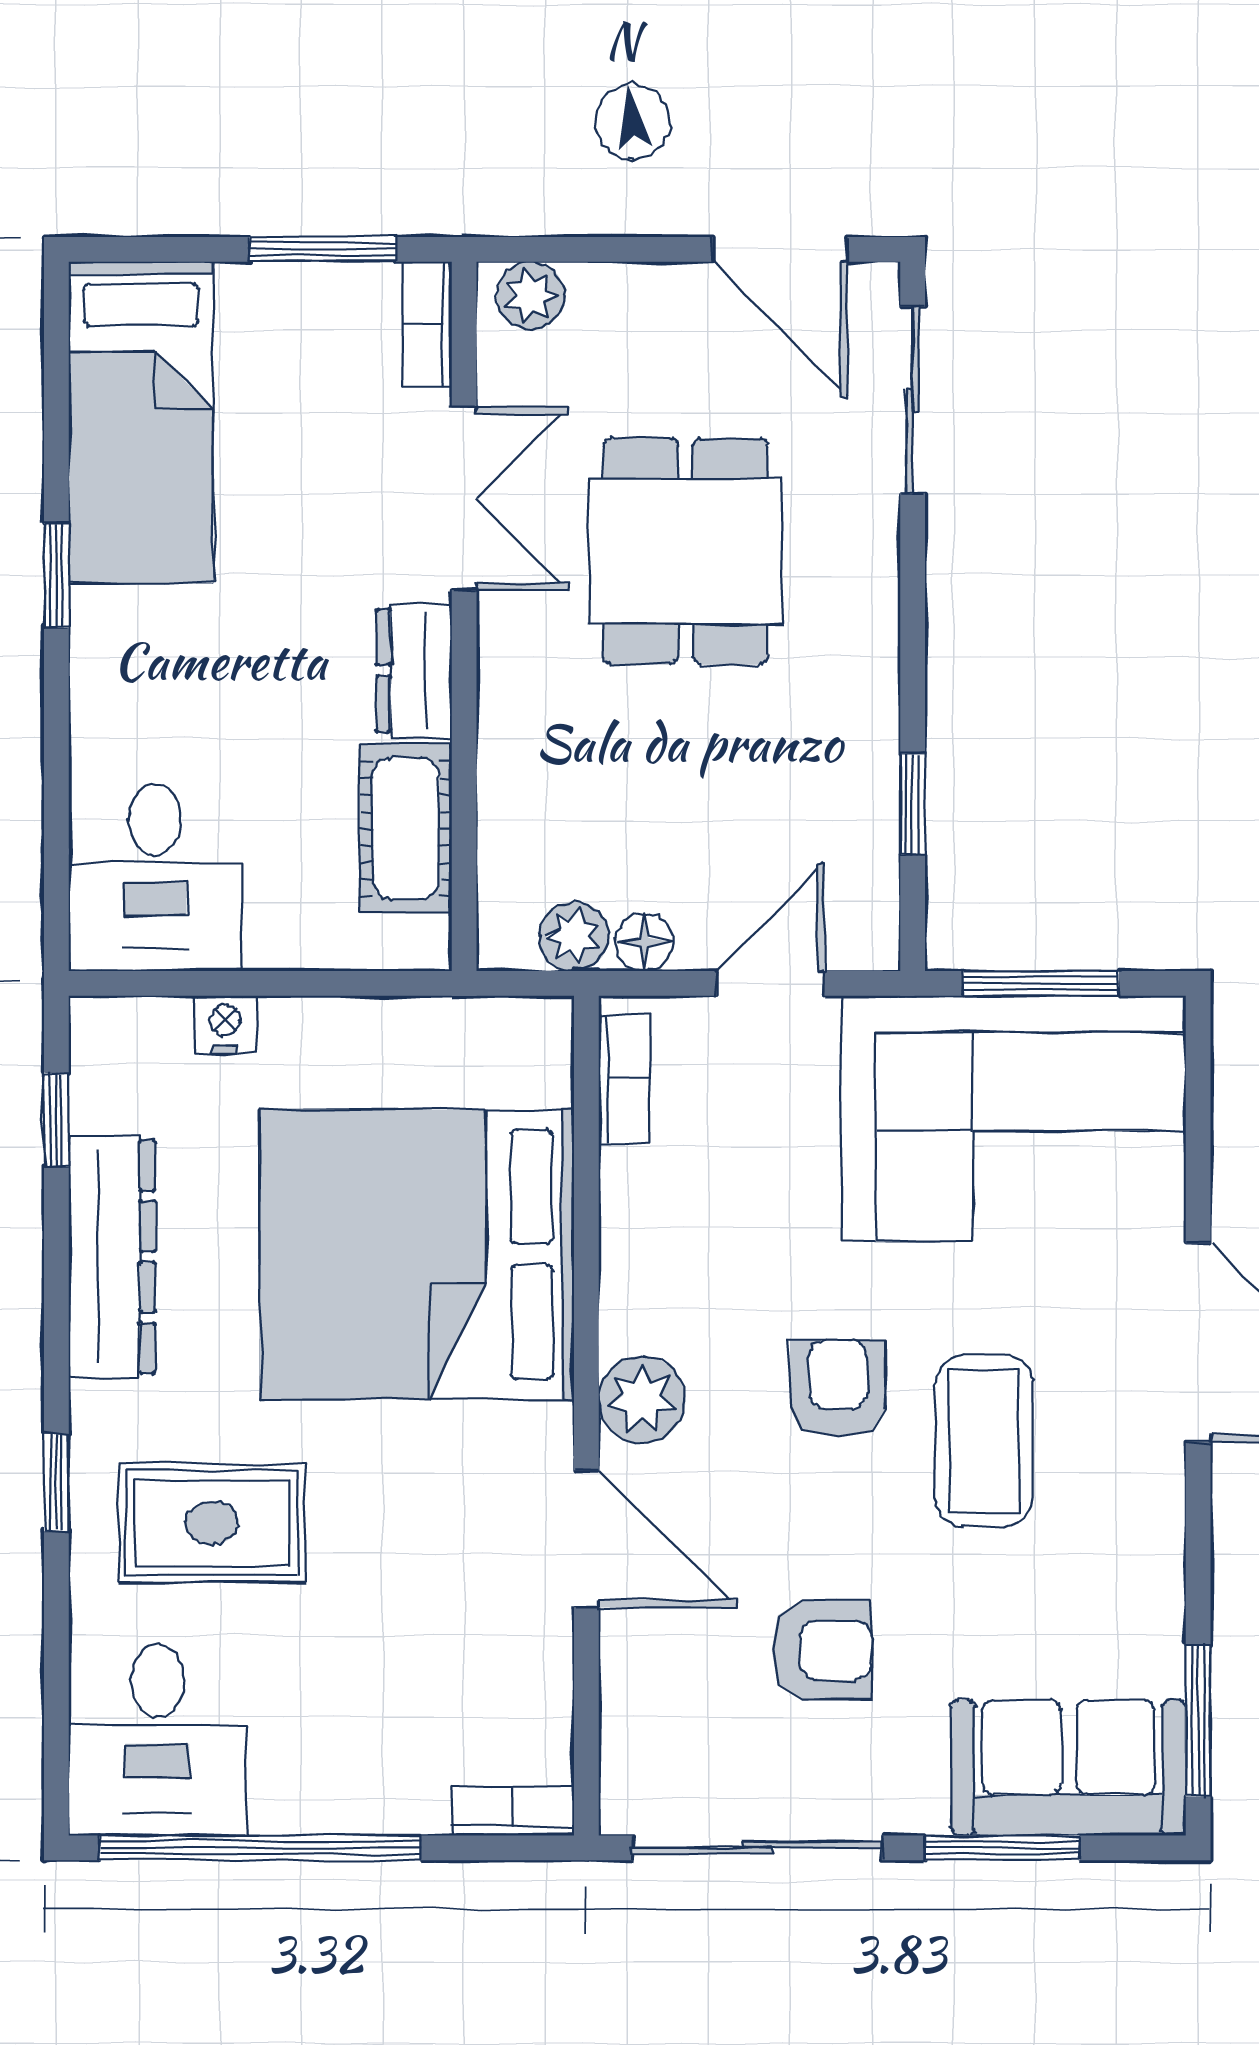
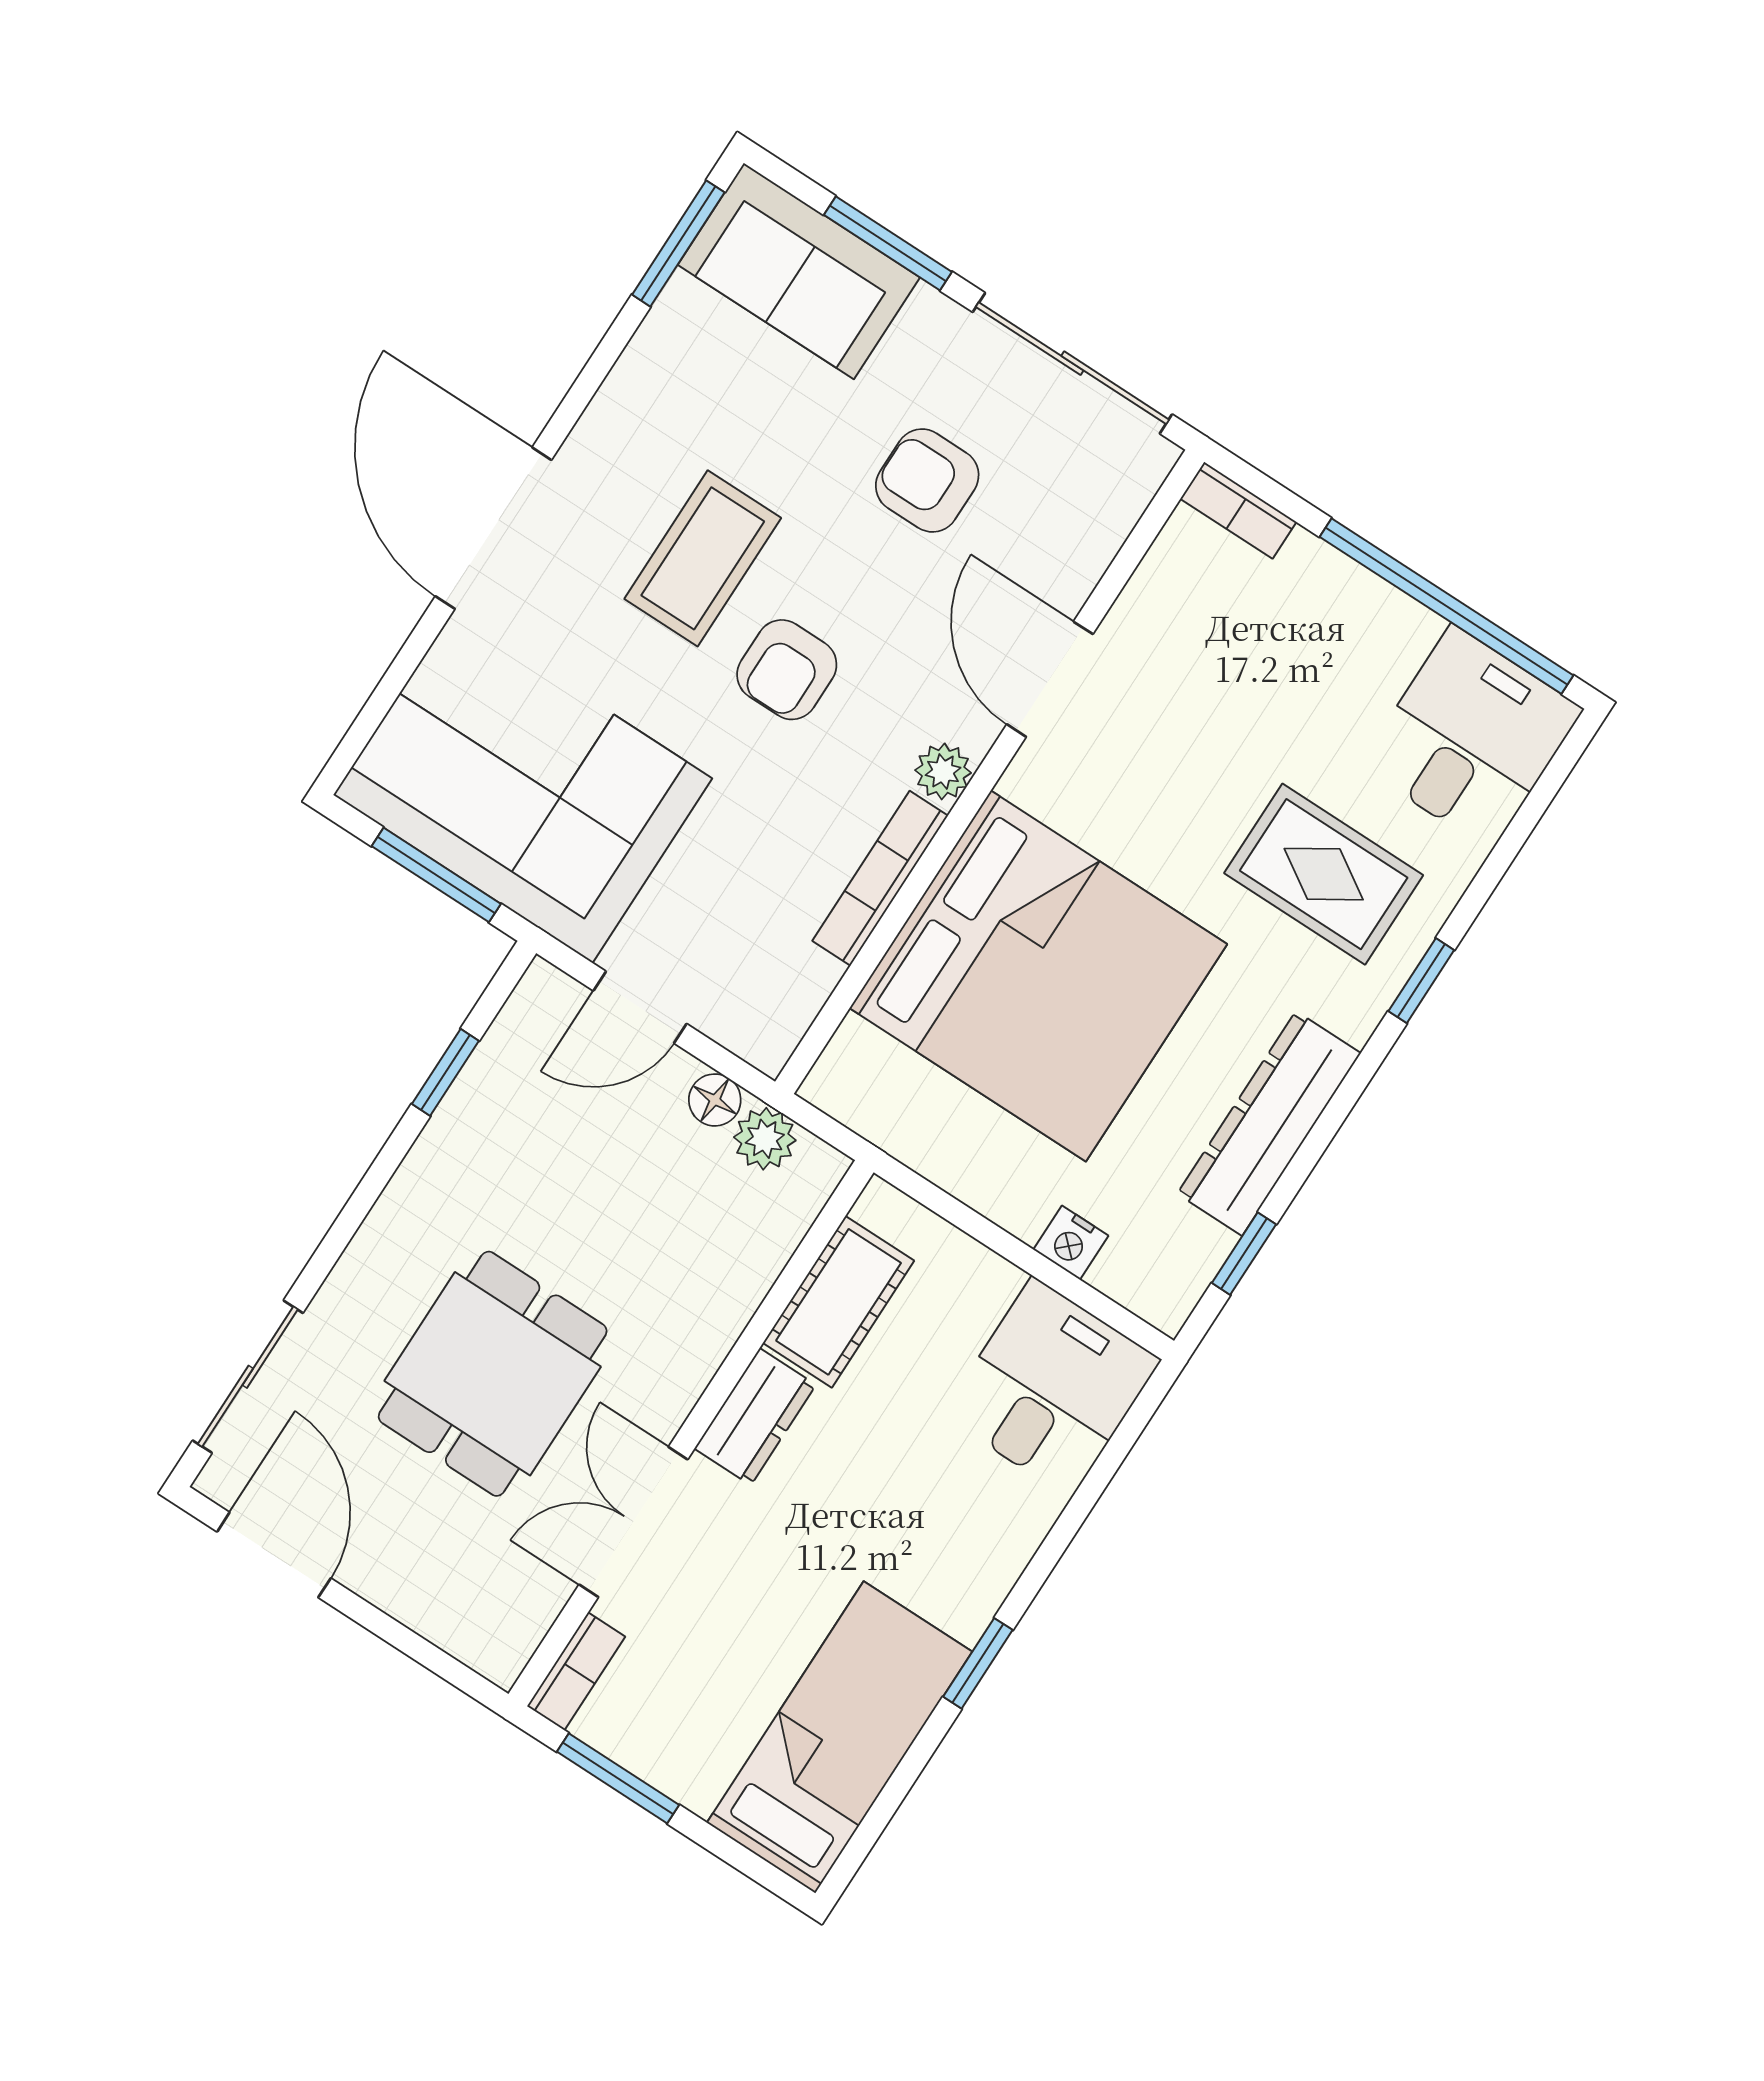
plant: (531, 296) -> (484, 1642), removed
bookcase: (624, 1079) -> (880, 878), moved, width x1.56
plant: (642, 1400) -> (943, 771), width x0.73, depth x0.73

